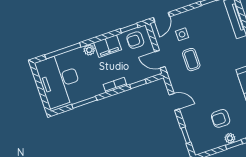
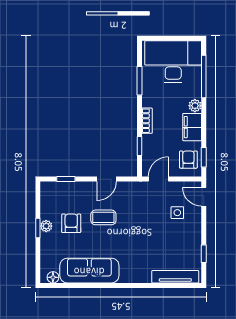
coffee table: (191, 60) -> (103, 217), moved

